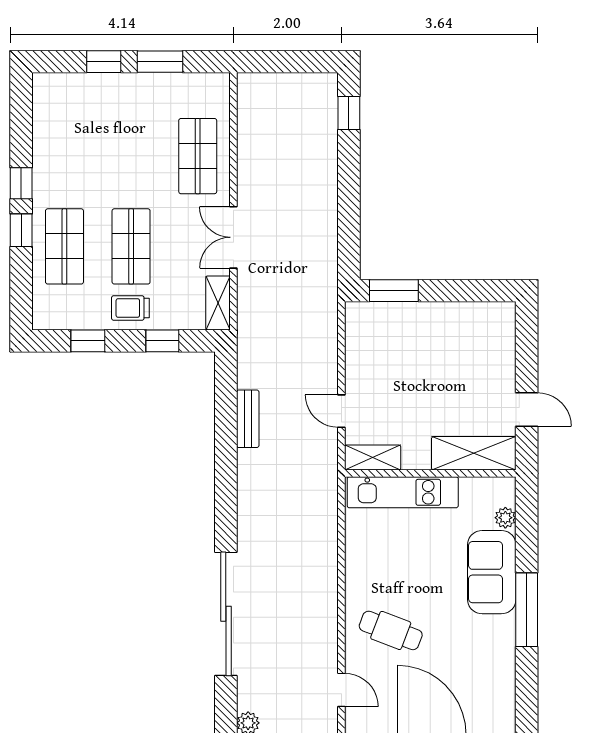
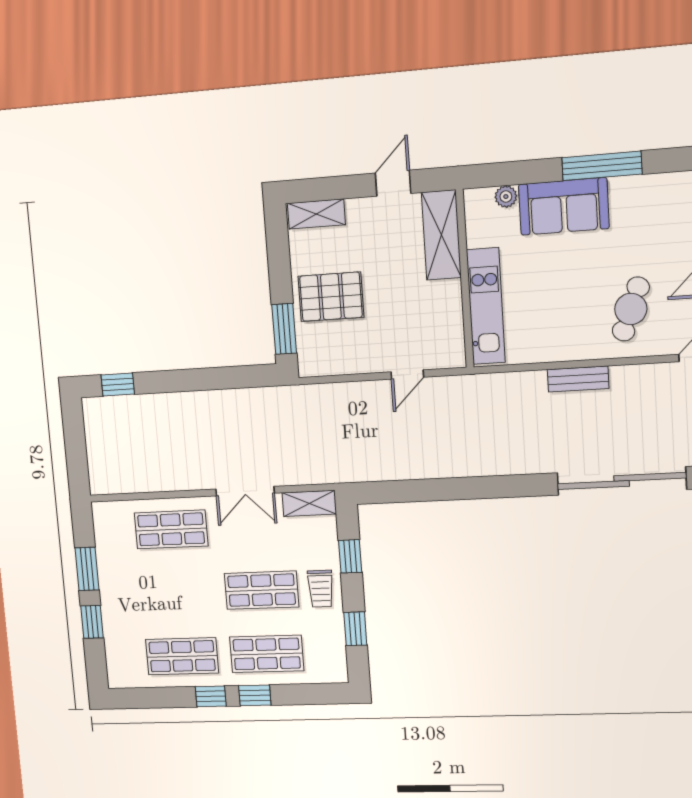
shop shelf: (64, 156) -> (182, 656), added
pallet: (422, 340) -> (331, 297), added
bench: (248, 419) -> (578, 379), moved
shelving: (373, 458) -> (316, 214), moved, turned 90

